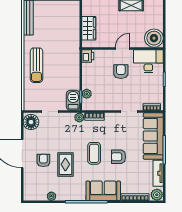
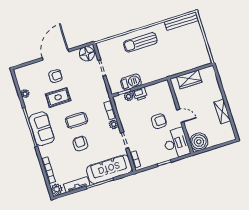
printer: (88, 56) -> (140, 94), moved
barbecue: (73, 100) -> (131, 82), moved
plant: (79, 117) -> (114, 124), moved
sofa: (103, 191) -> (42, 129), moved

